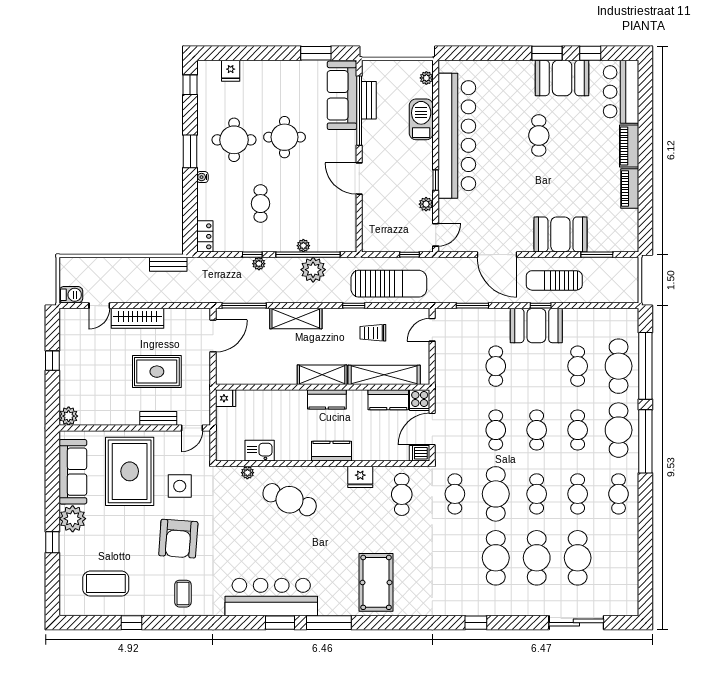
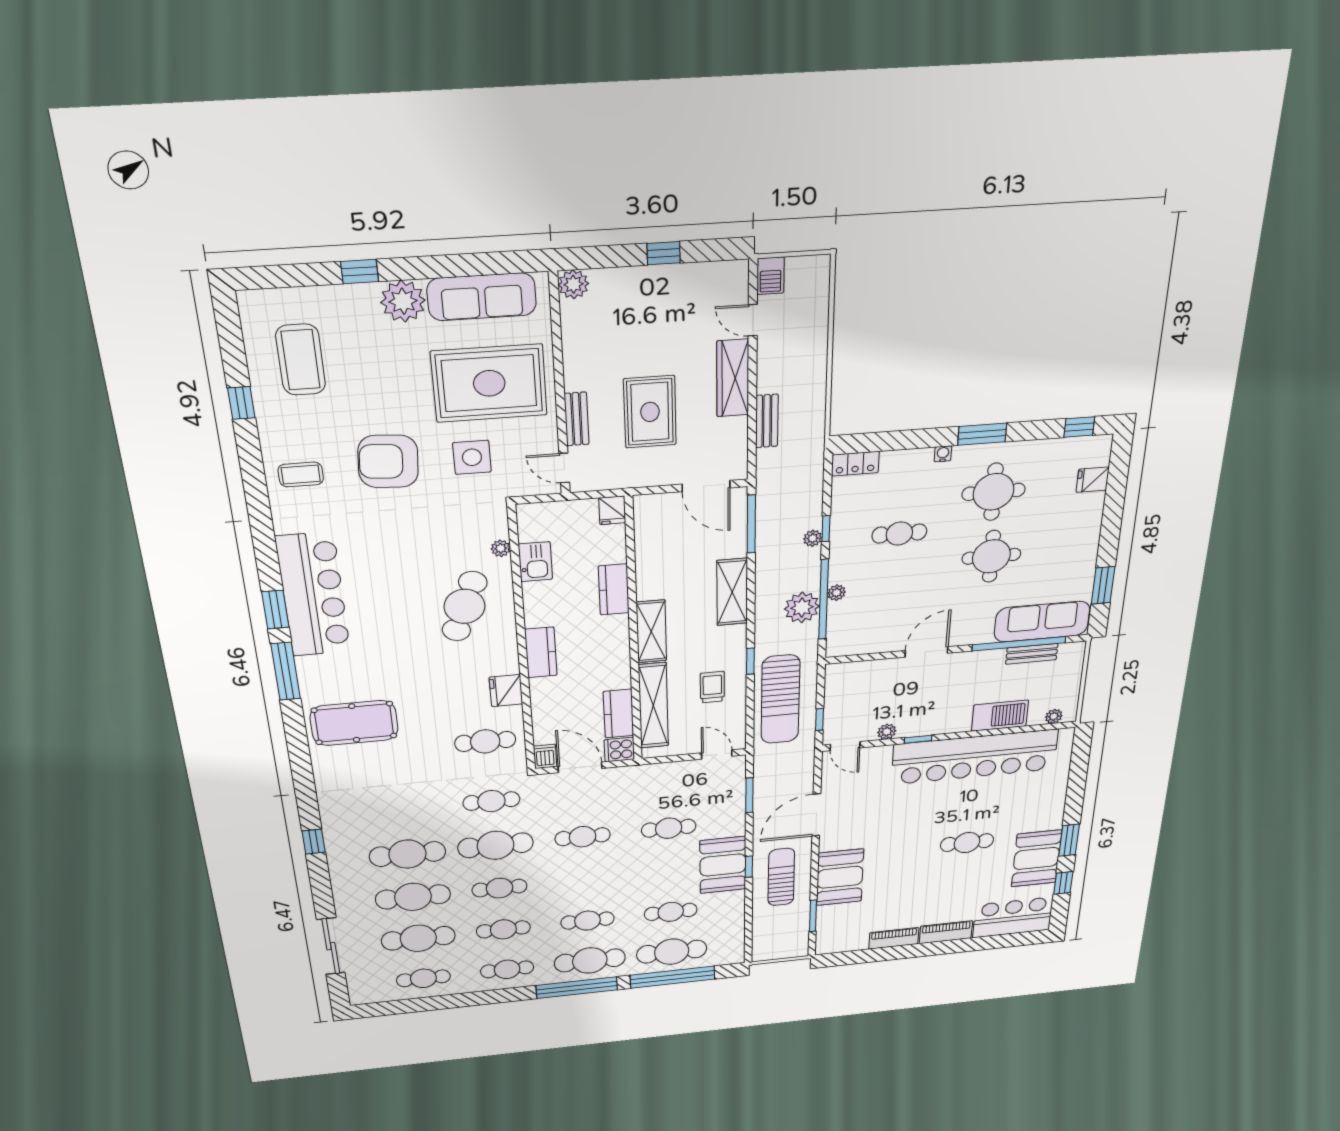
bench: (168, 264) -> (767, 421), moved
kitchen counter: (327, 399) -> (614, 590), moved
cafe table: (537, 430) -> (423, 978), moved

